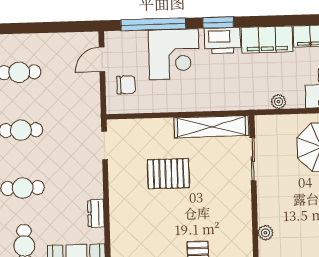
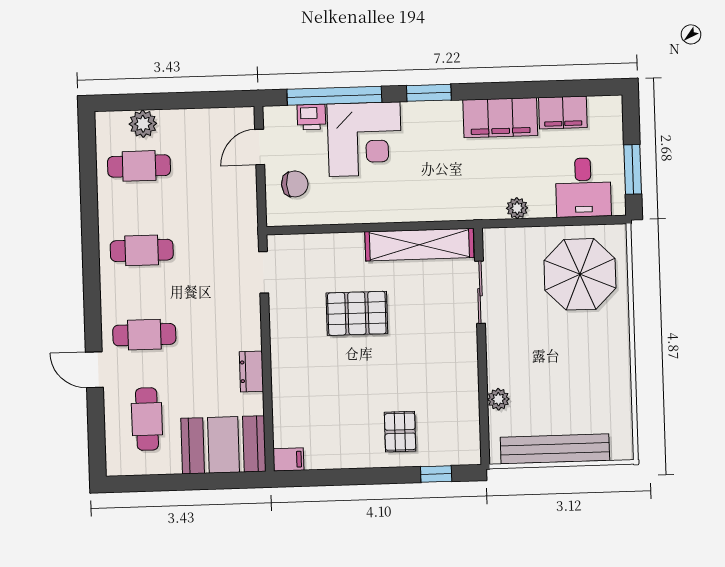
printer: (222, 41) -> (311, 117), moved, width x0.53, depth x0.68
plant: (22, 43) -> (143, 124), added

